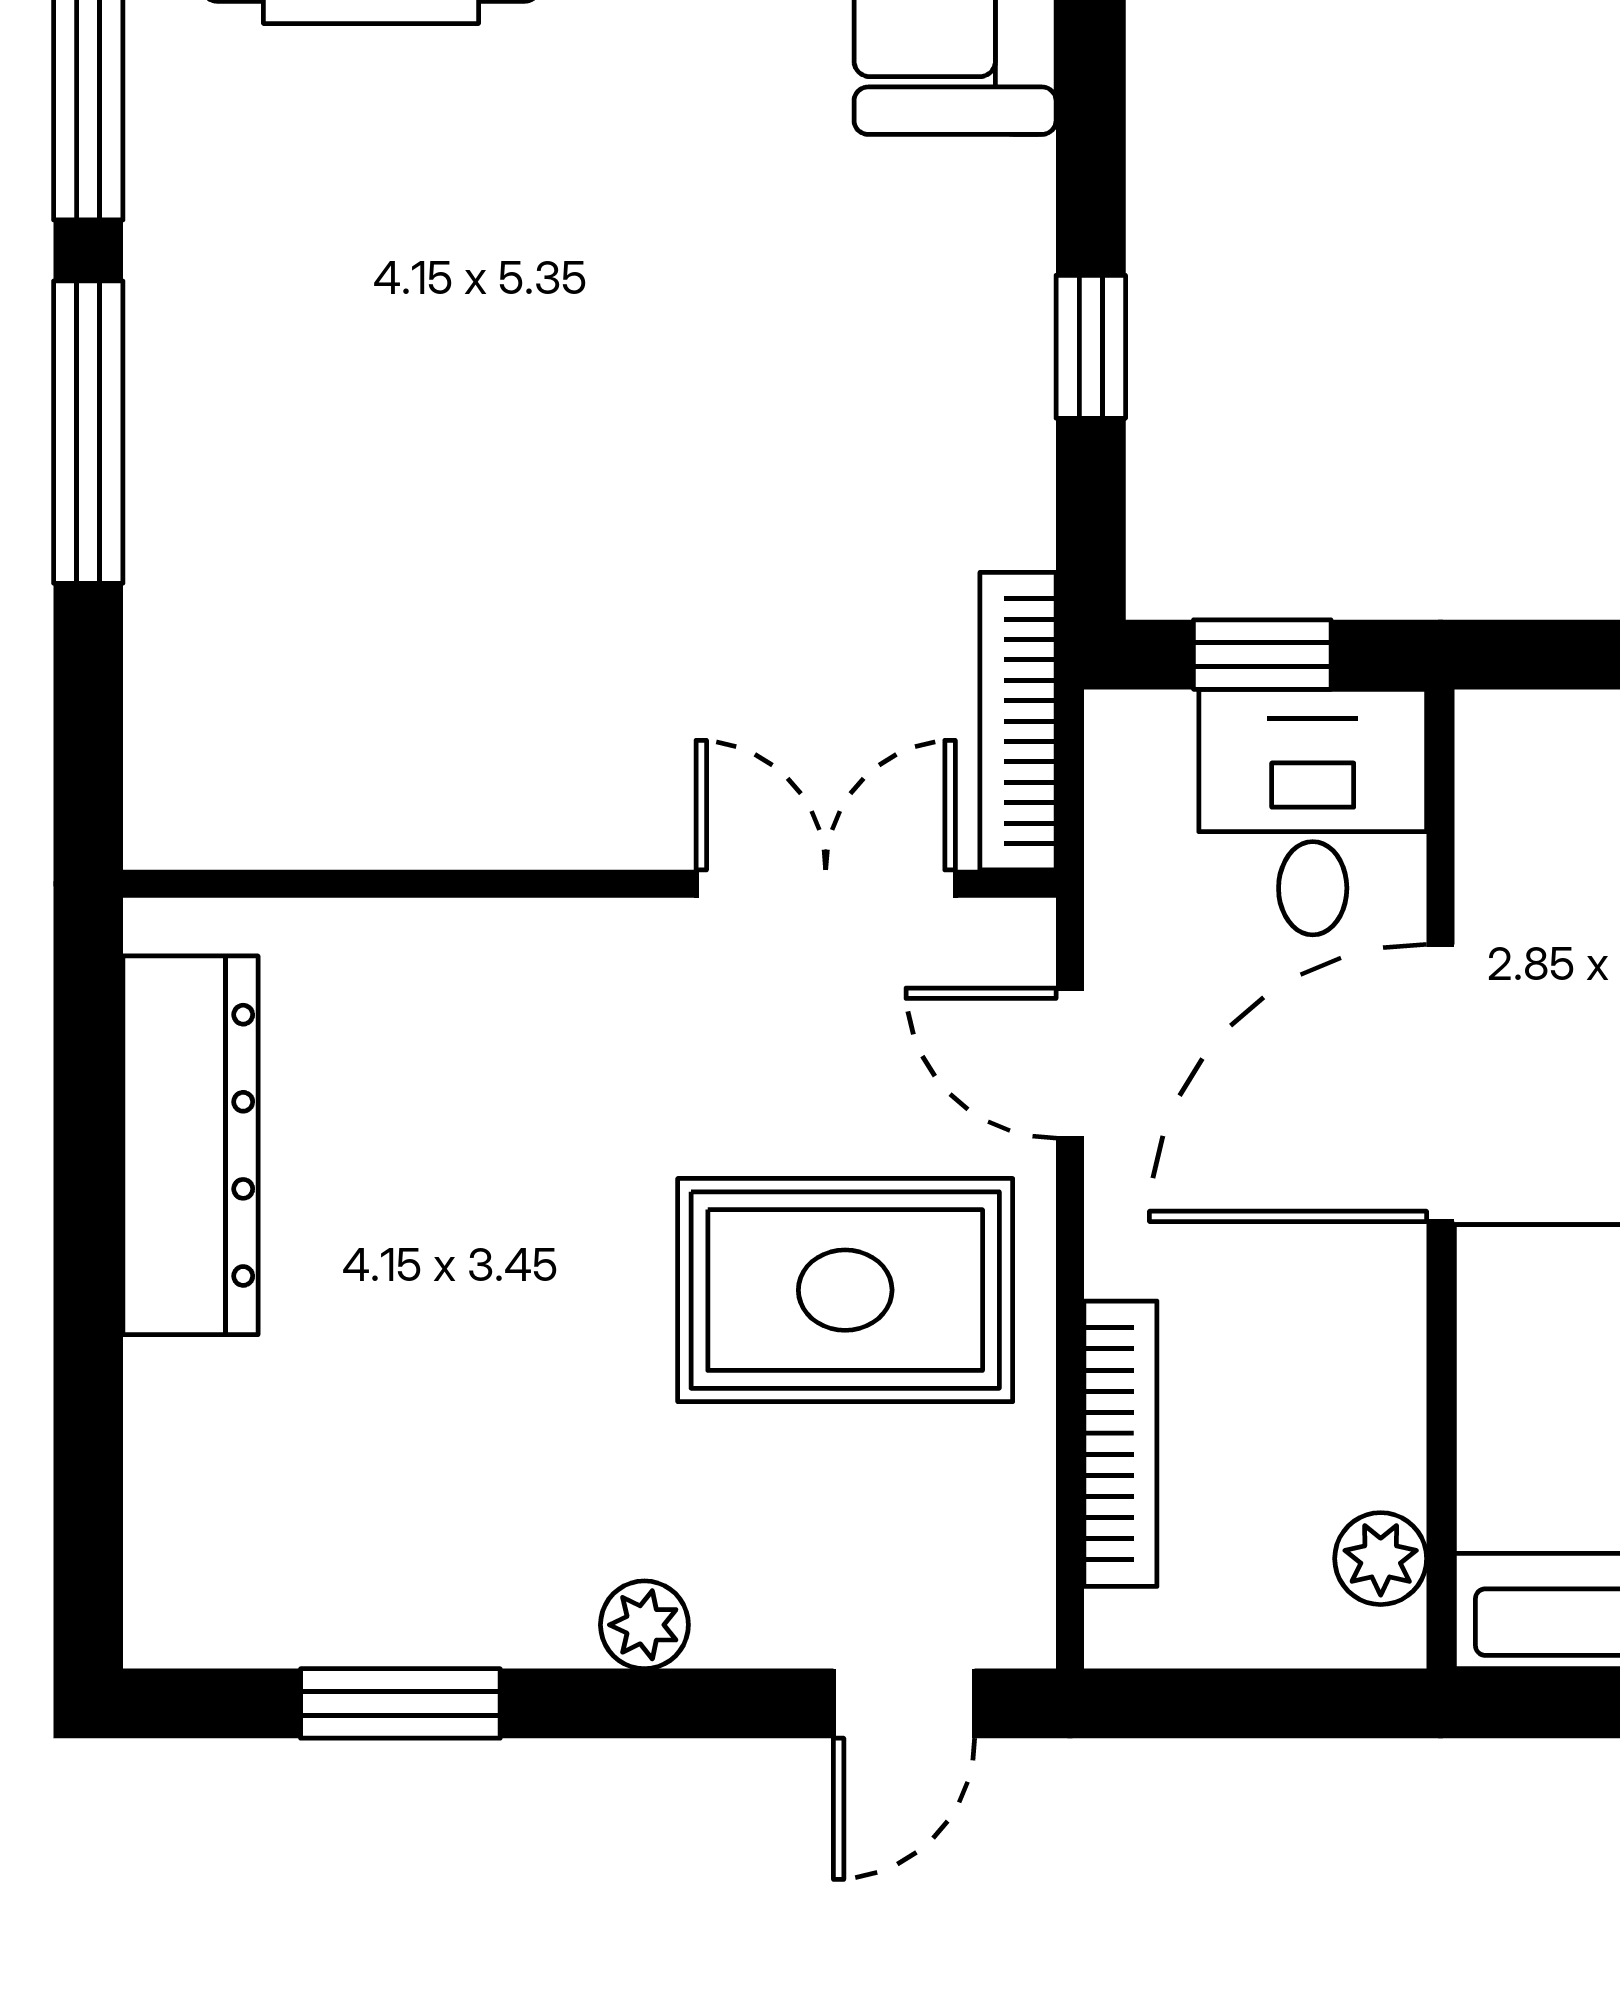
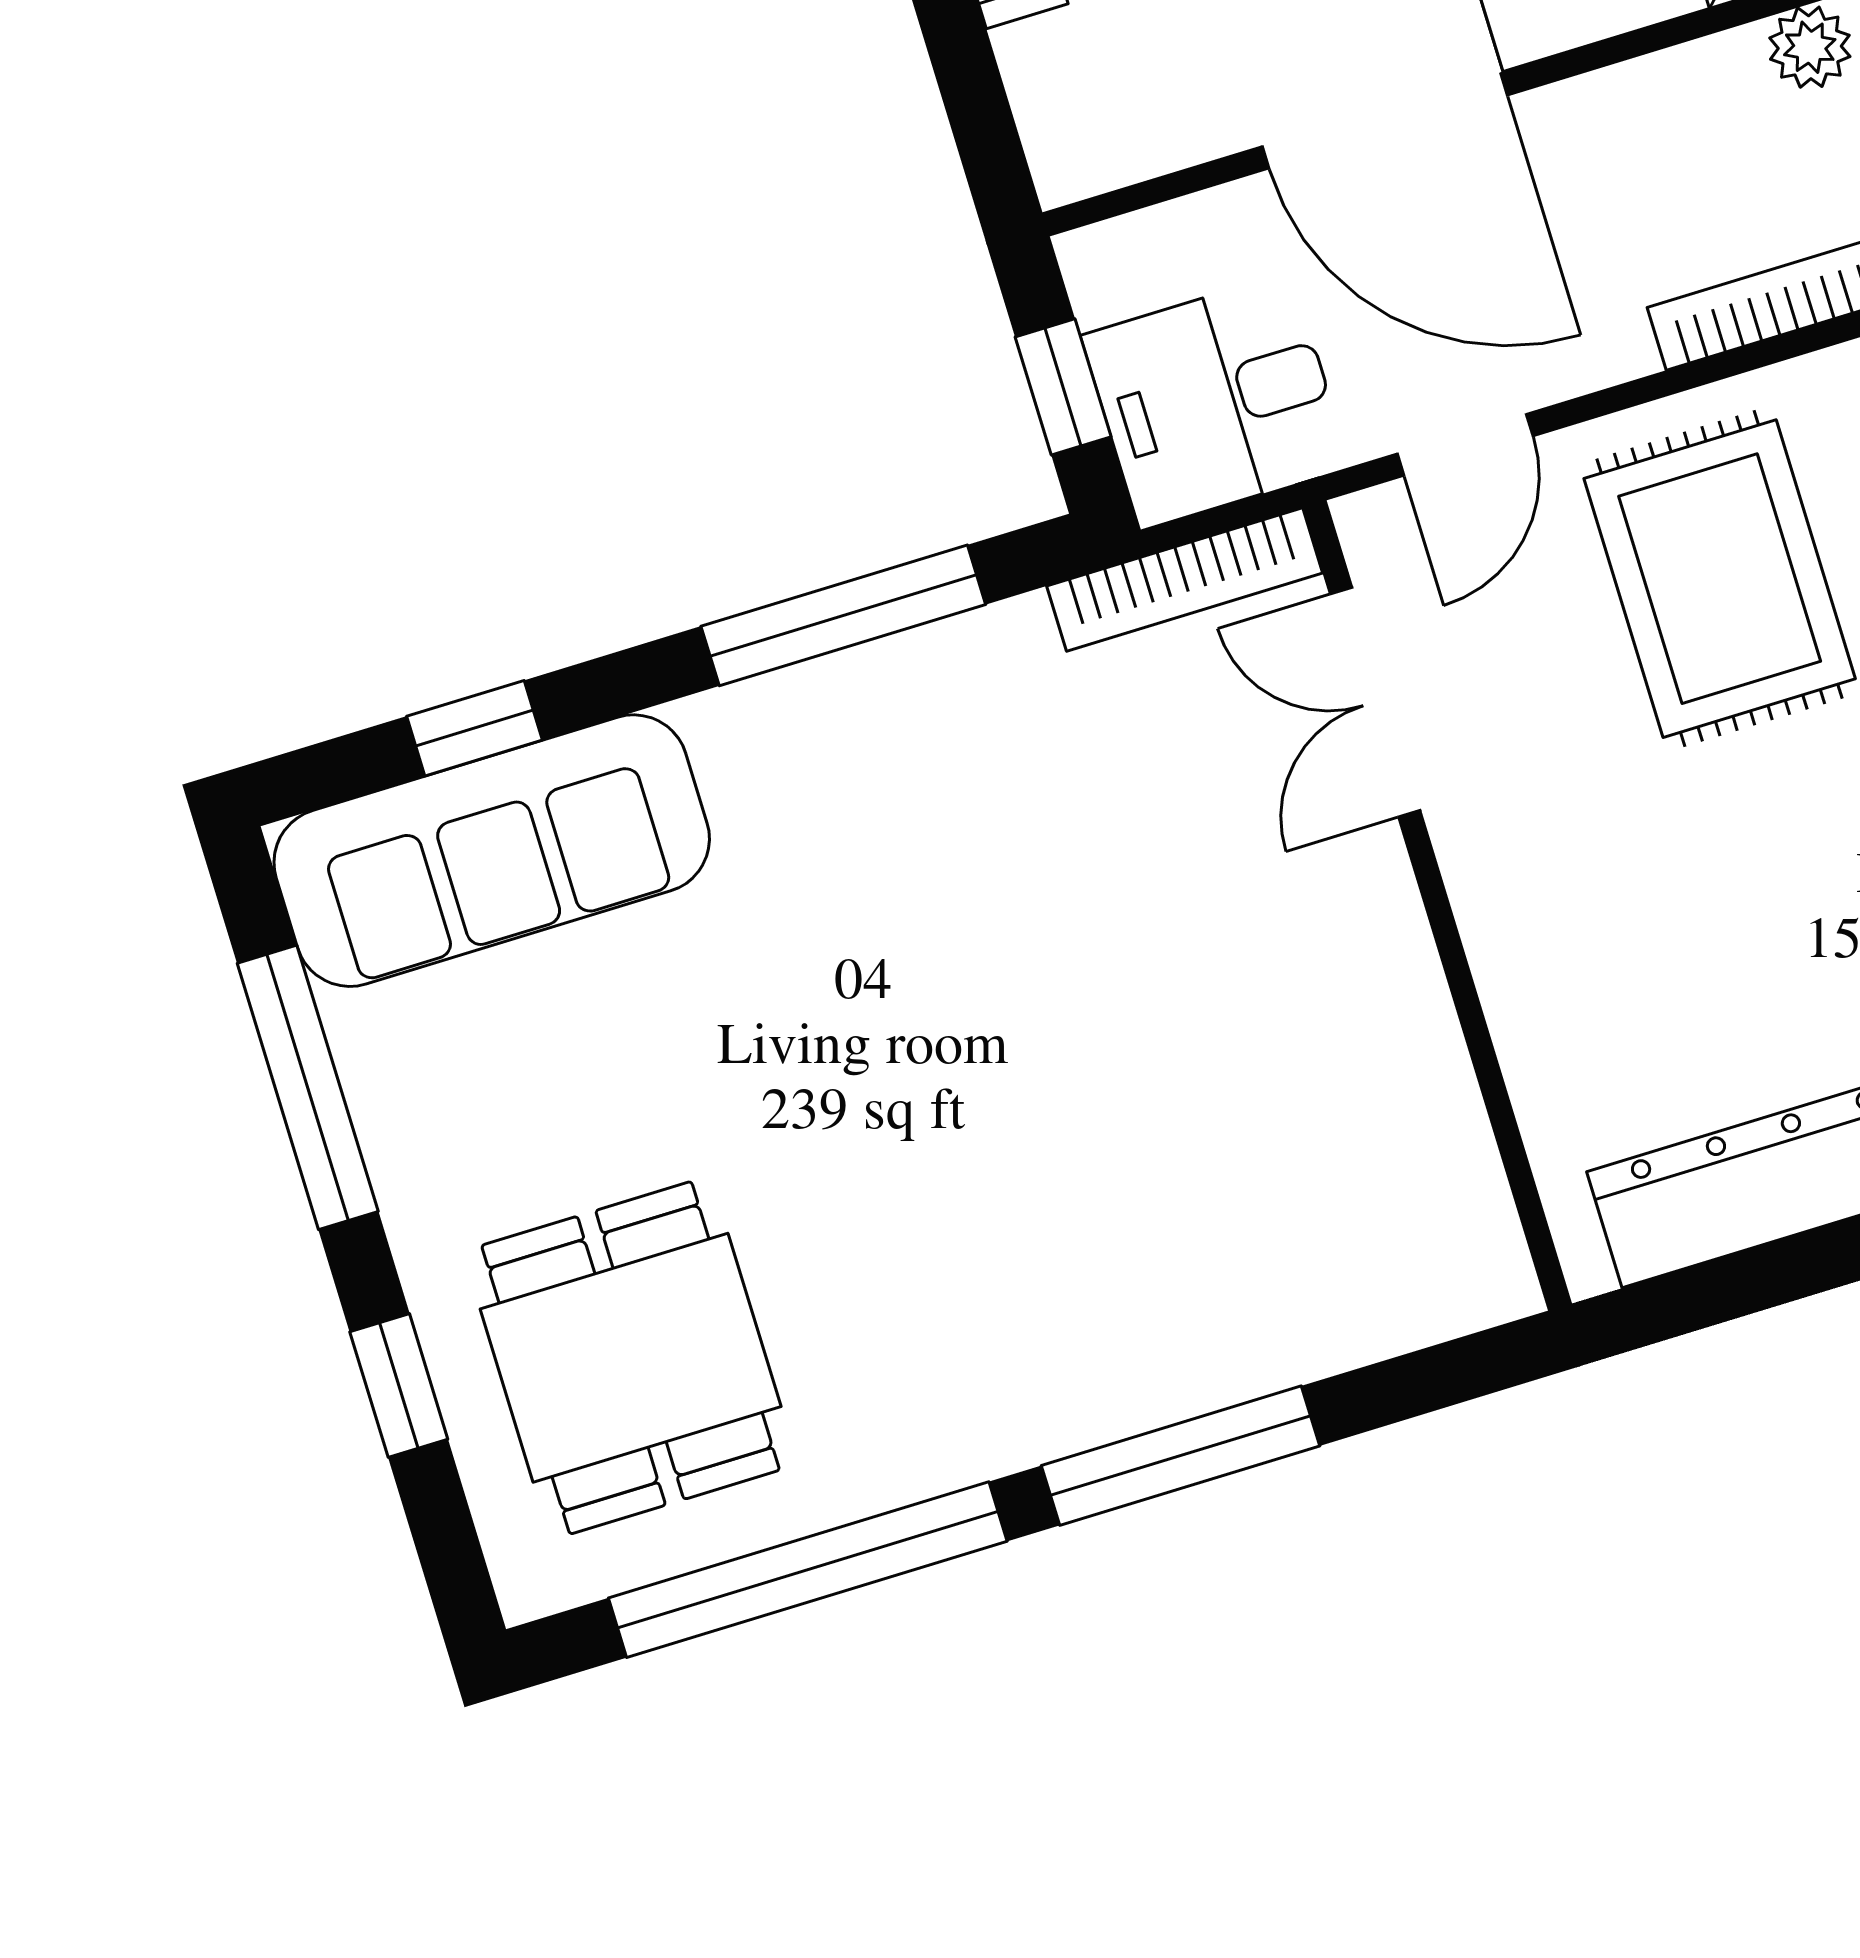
window: (1091, 347) -> (843, 615), width x2.17
desk: (1313, 812) -> (1216, 401), moved

